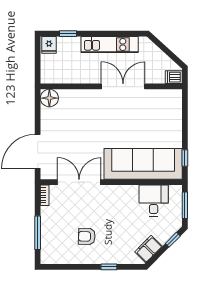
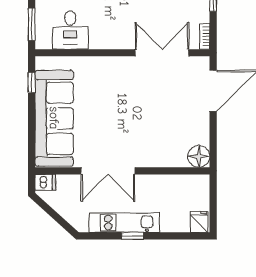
window: (68, 34) -> (133, 236), moved
sofa: (143, 164) -> (54, 118), moved, turned -90
double door: (79, 182) -> (162, 53), swing flipped

